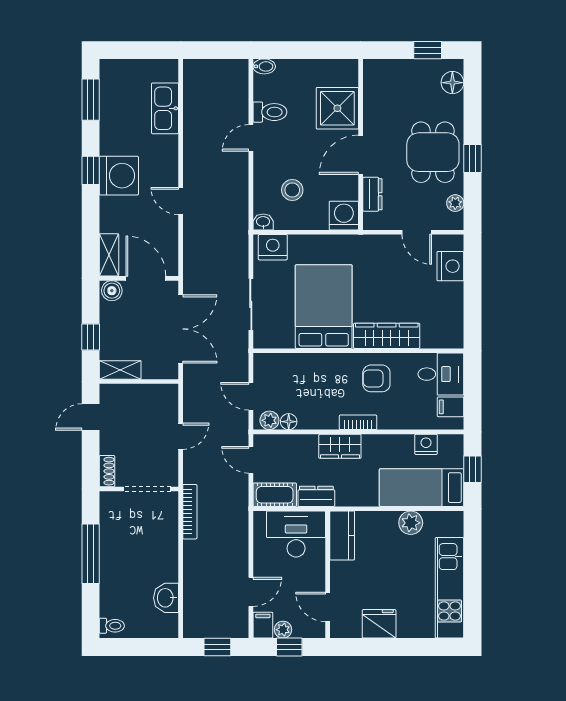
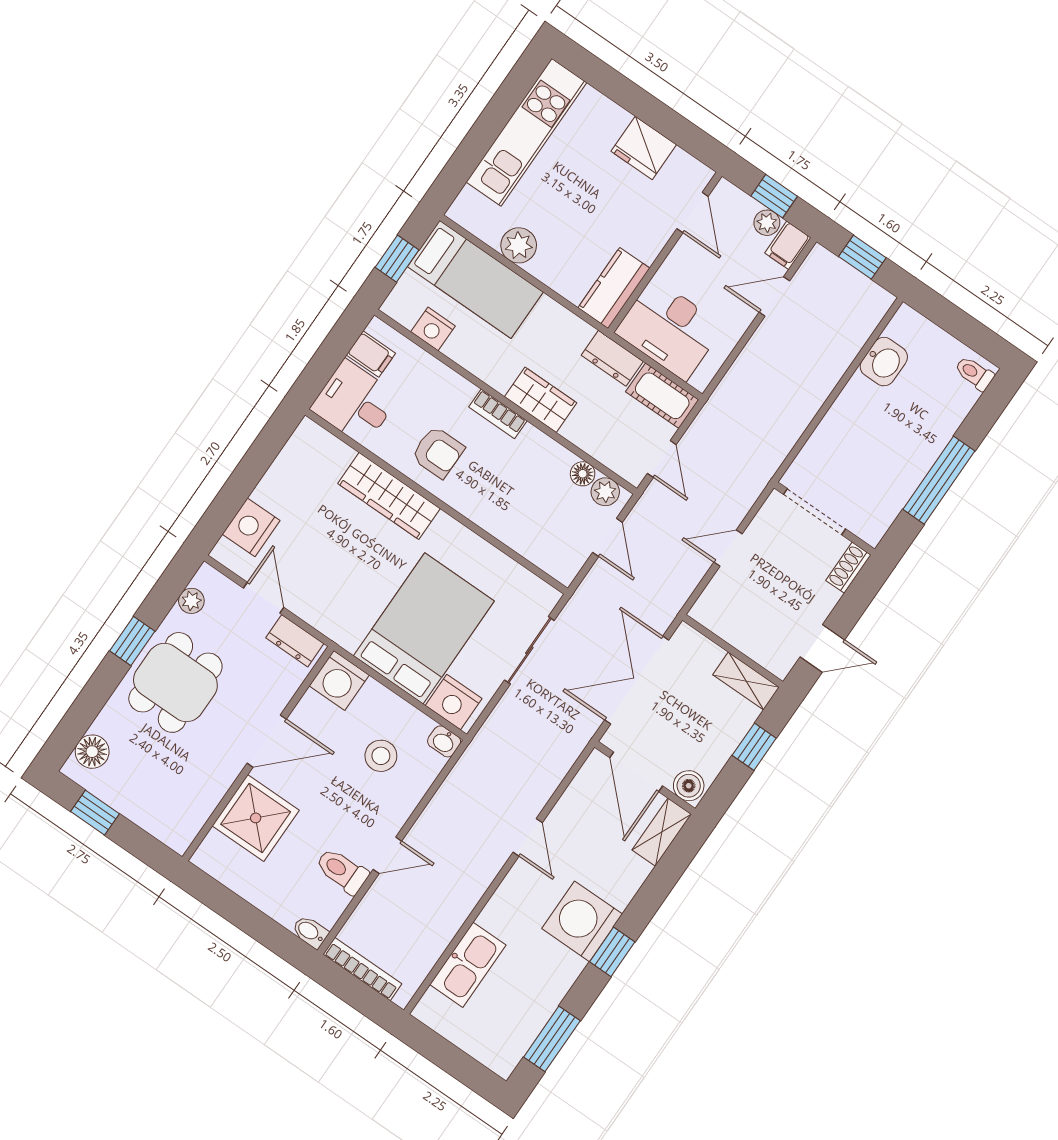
dresser: (372, 194) -> (295, 641), moved, turned -90
bed: (324, 307) -> (424, 628), moved, turned 180
bookcase: (190, 512) -> (362, 969), moved, turned 90

